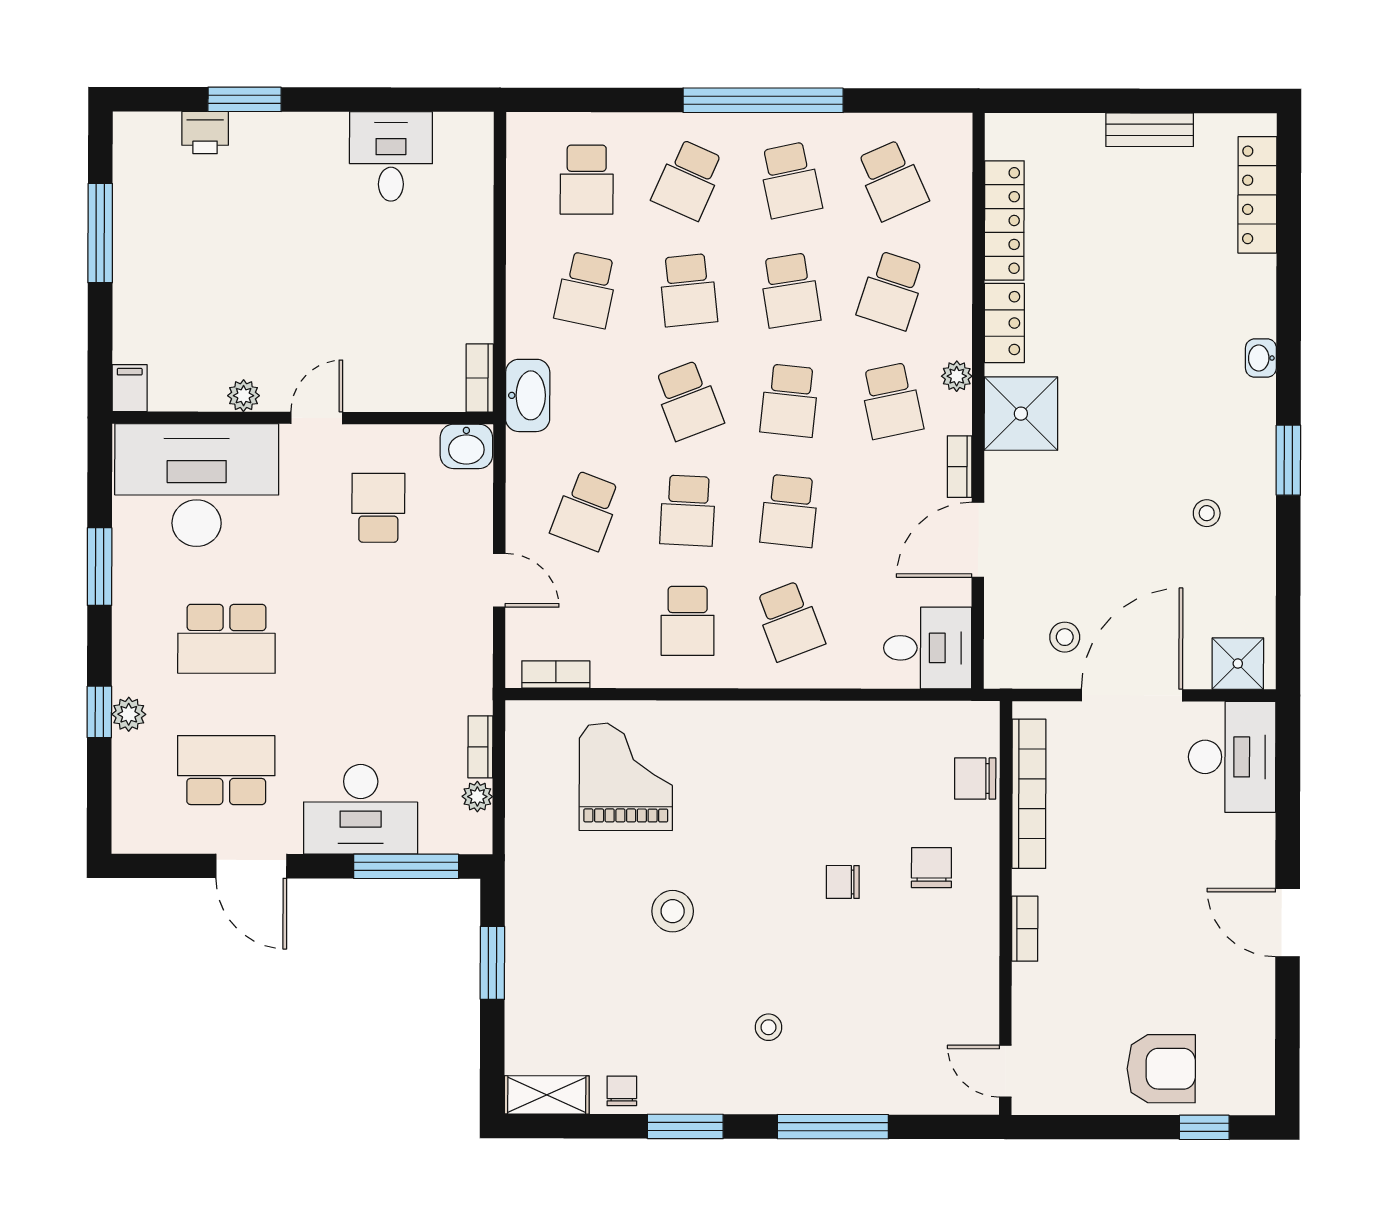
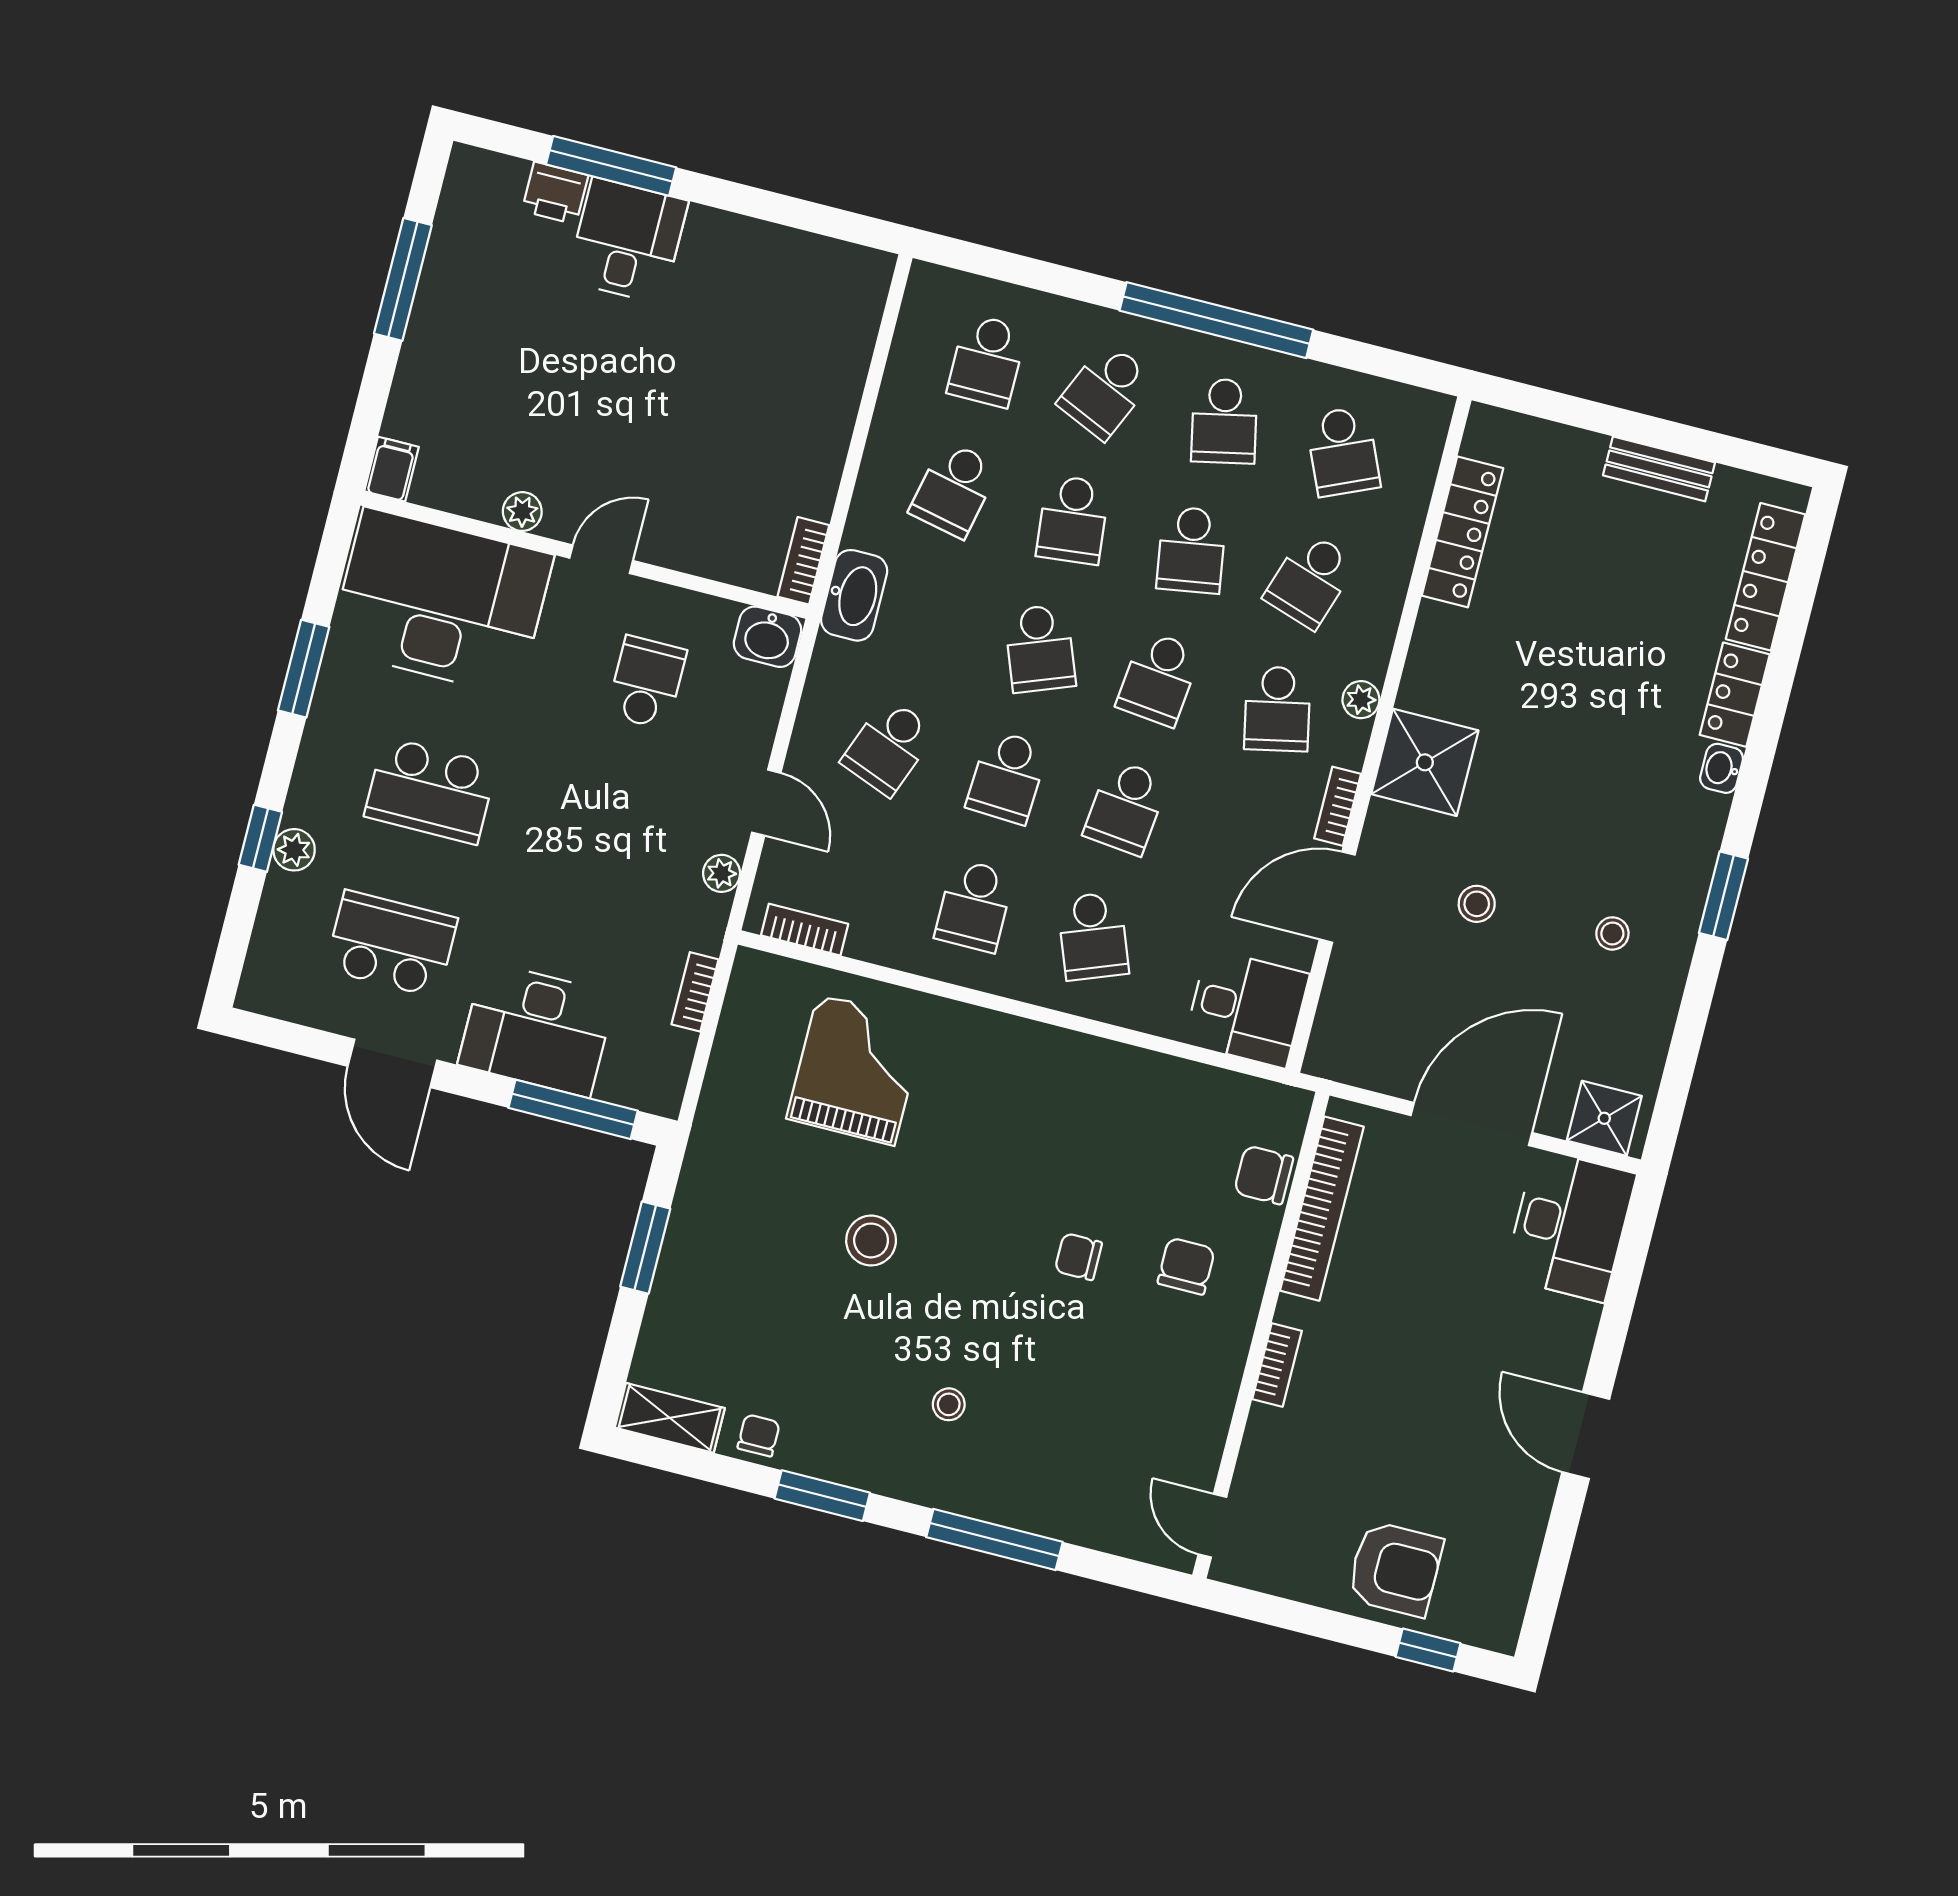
window: (245, 99) -> (611, 166), width x1.44
desk: (391, 156) -> (627, 241), moved
locker: (1004, 323) -> (1735, 695), moved, turned 180
stool: (1065, 637) -> (1477, 904), moved
plant: (477, 797) -> (722, 873), moved

